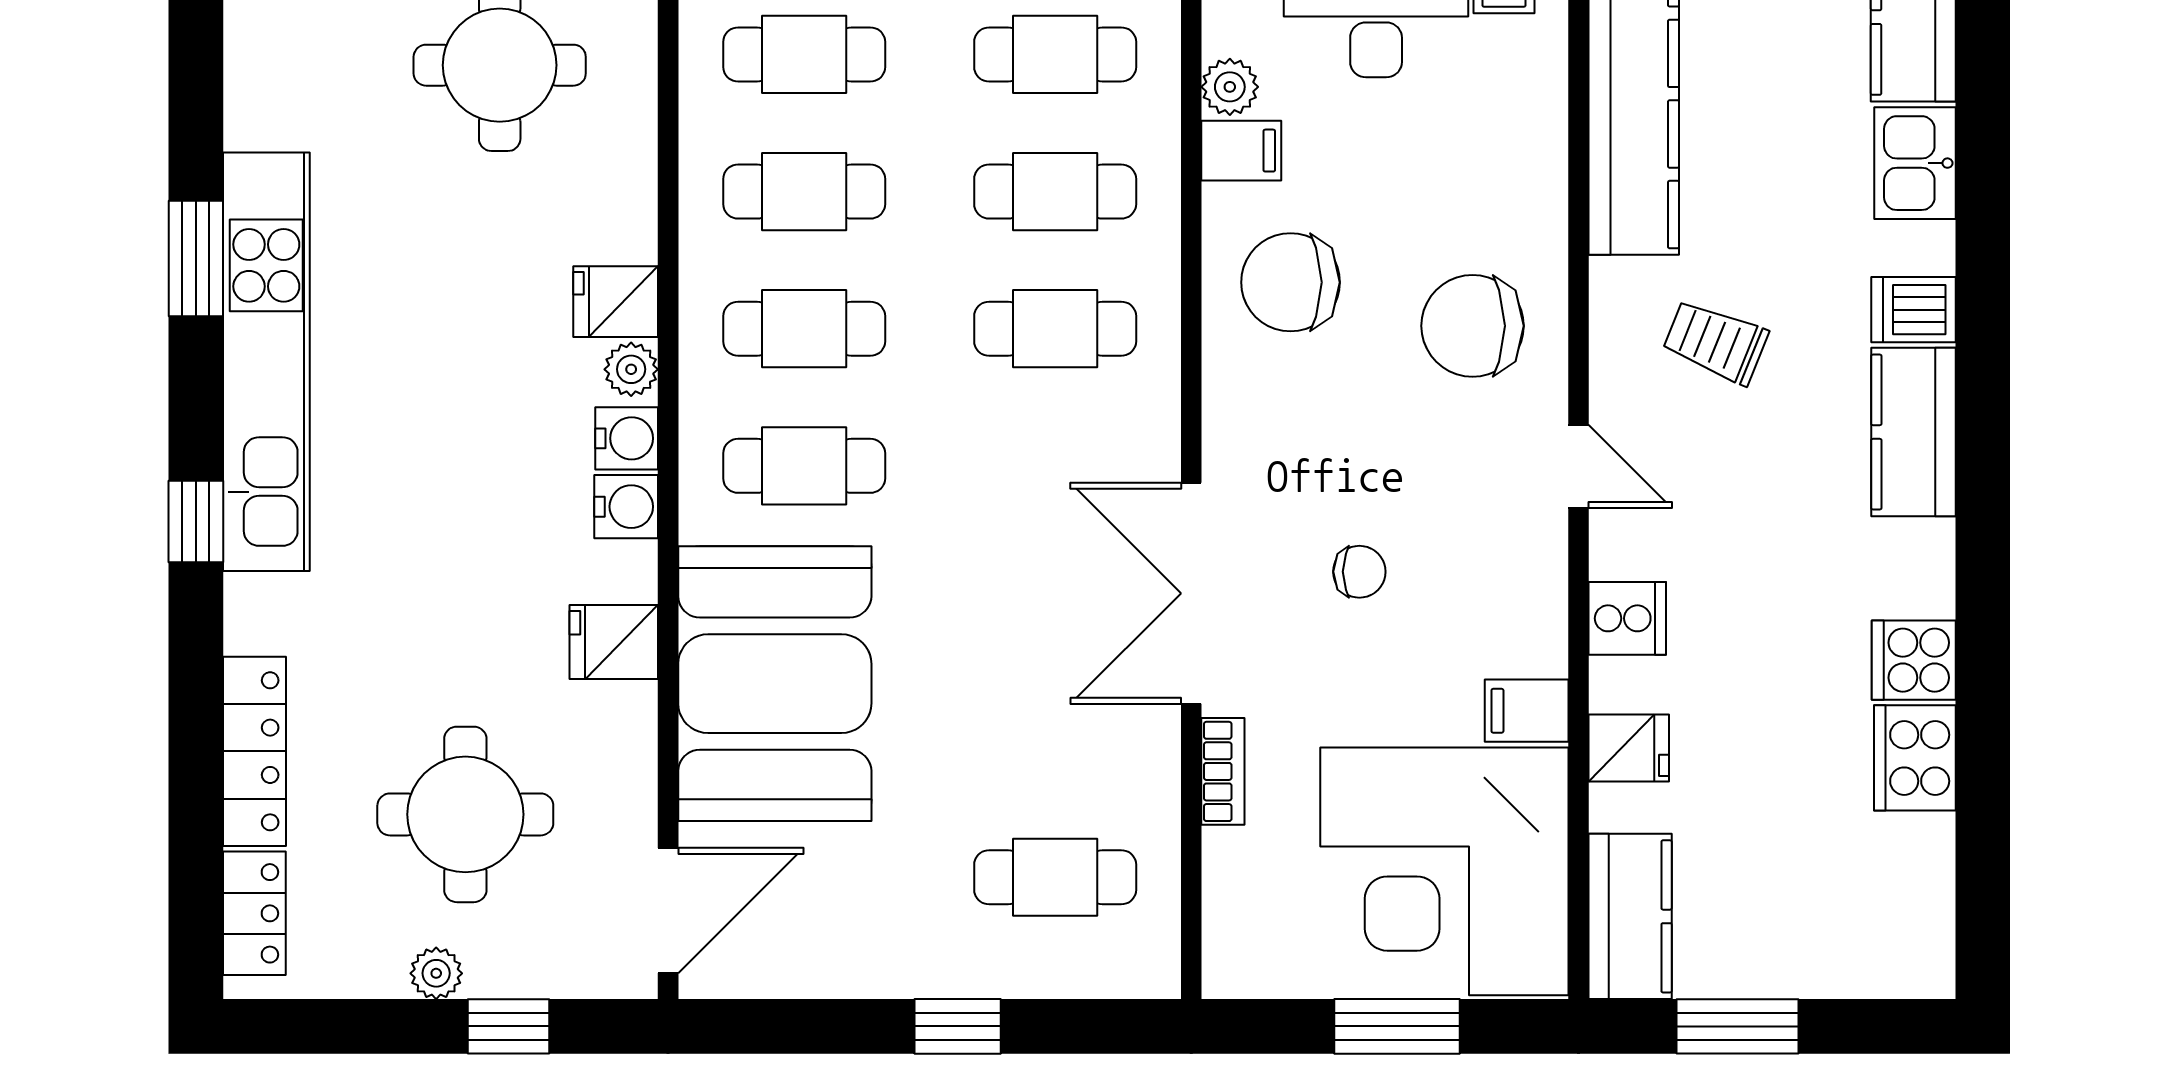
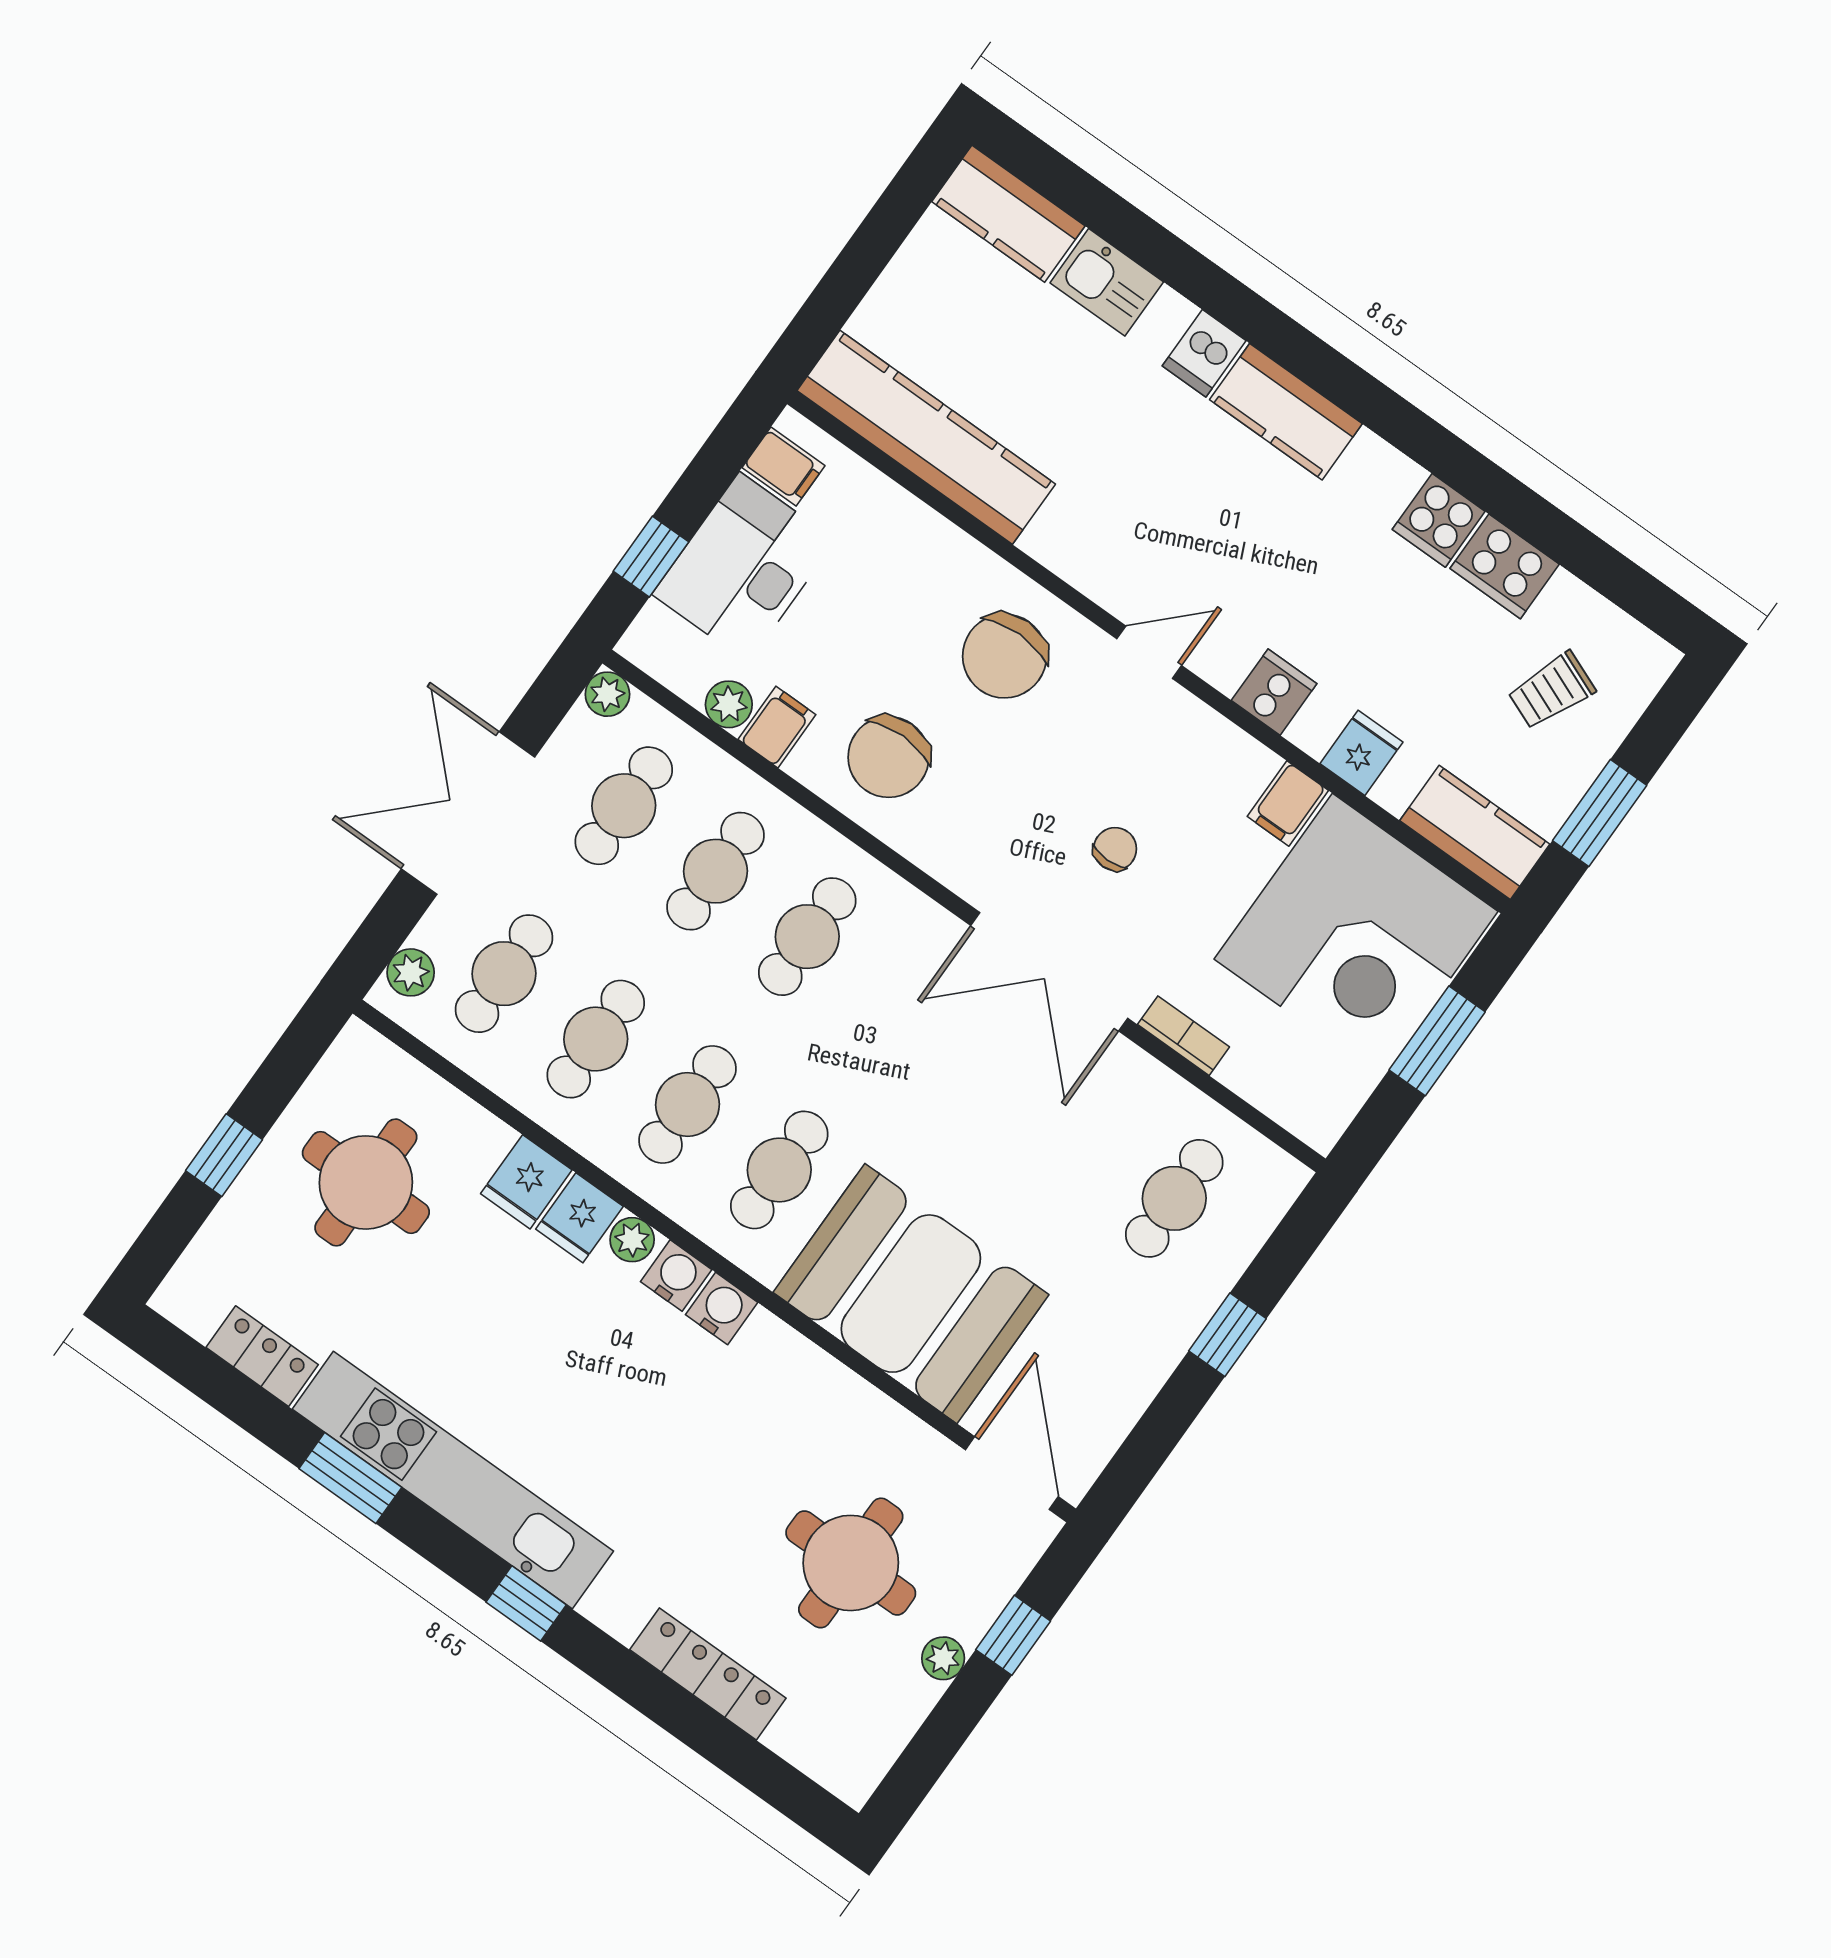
trolley: (1715, 342) -> (1551, 691), moved
fridge: (614, 642) -> (526, 1182), moved
locker: (254, 913) -> (262, 1356), moved

